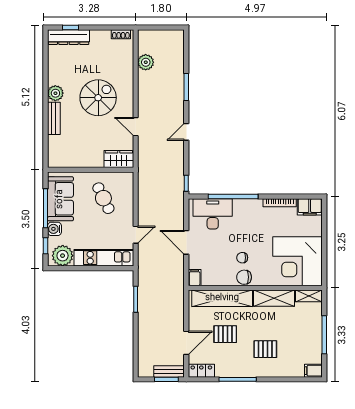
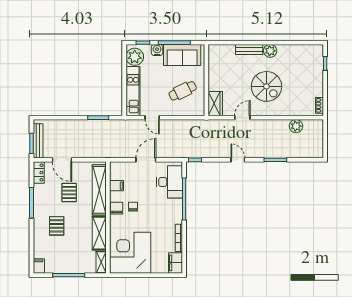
dresser: (69, 37) -> (317, 62), removed
filing cabinet: (195, 278) -> (116, 186), moved
bench: (169, 371) -> (38, 141), width x1.36

